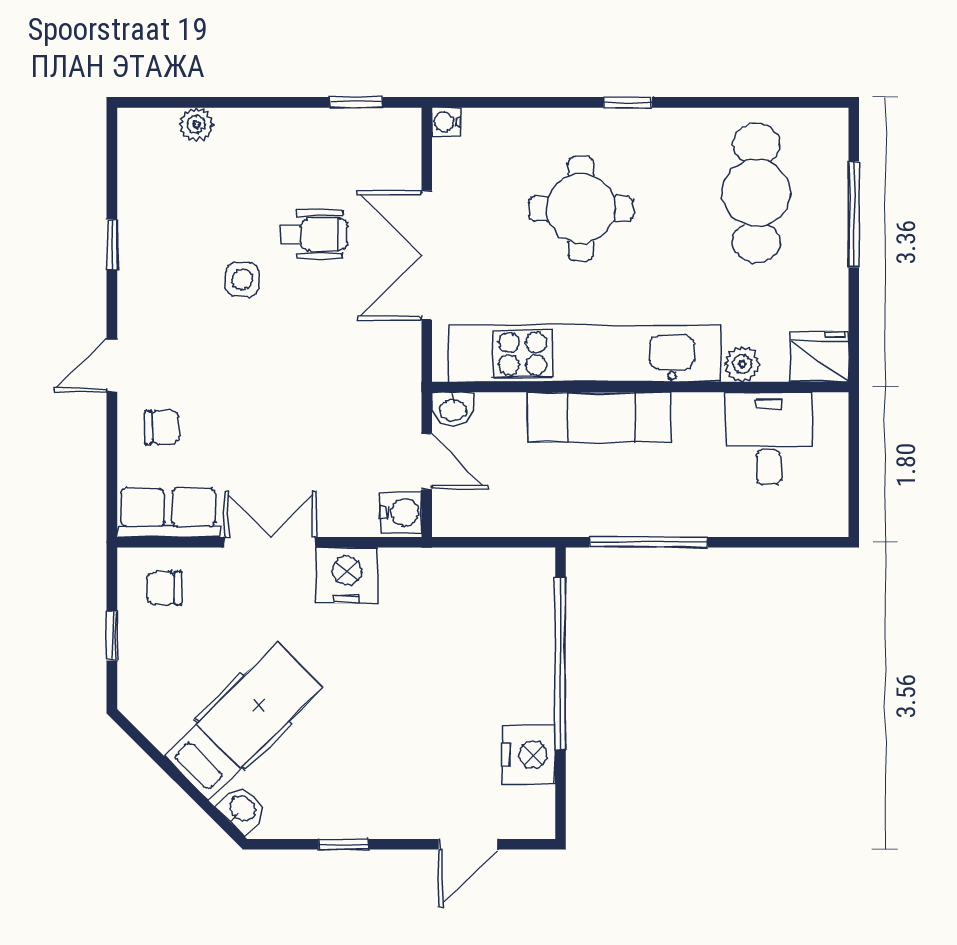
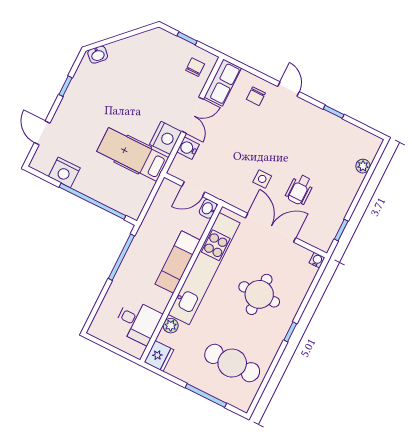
side table: (242, 280) -> (262, 179), moved
water cooler: (401, 512) -> (188, 148), moved, turned 90
hospital bed: (243, 721) -> (133, 155), moved, turned 135

